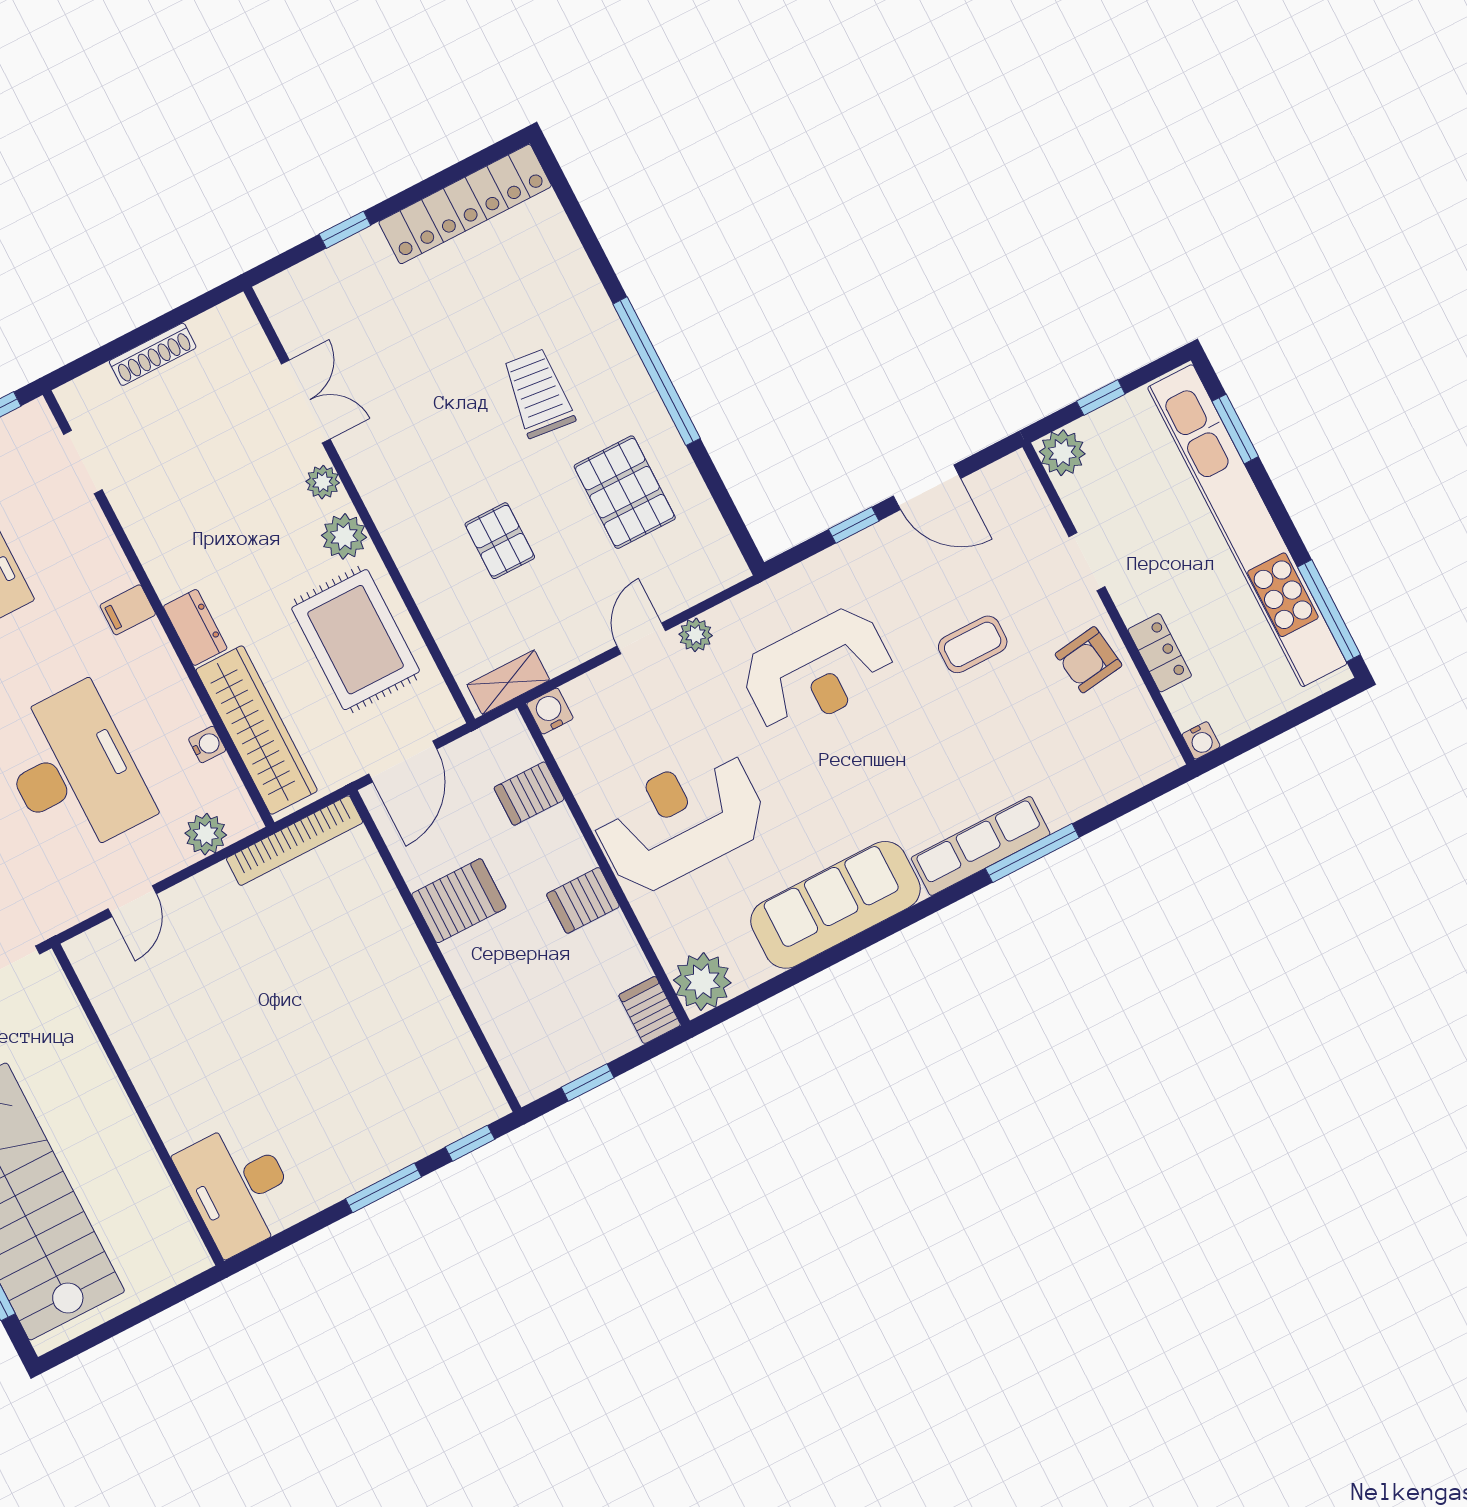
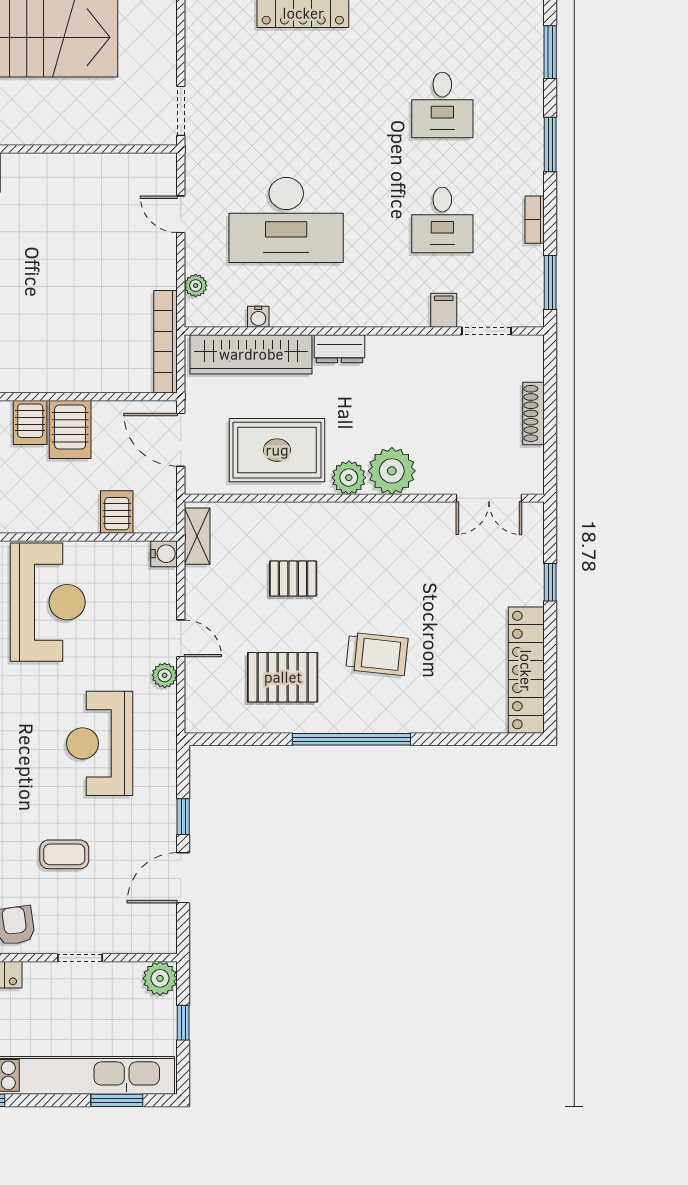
double door: (306, 401) -> (489, 498), moved
plant: (323, 482) -> (392, 471), width x1.88, depth x1.88
filing cabinet: (128, 610) -> (444, 310), moved
coffee table: (973, 644) -> (64, 854), turned 90
plant: (206, 834) -> (196, 286), width x0.73, depth x0.73
server rack: (583, 900) -> (30, 422), moved, turned 180

